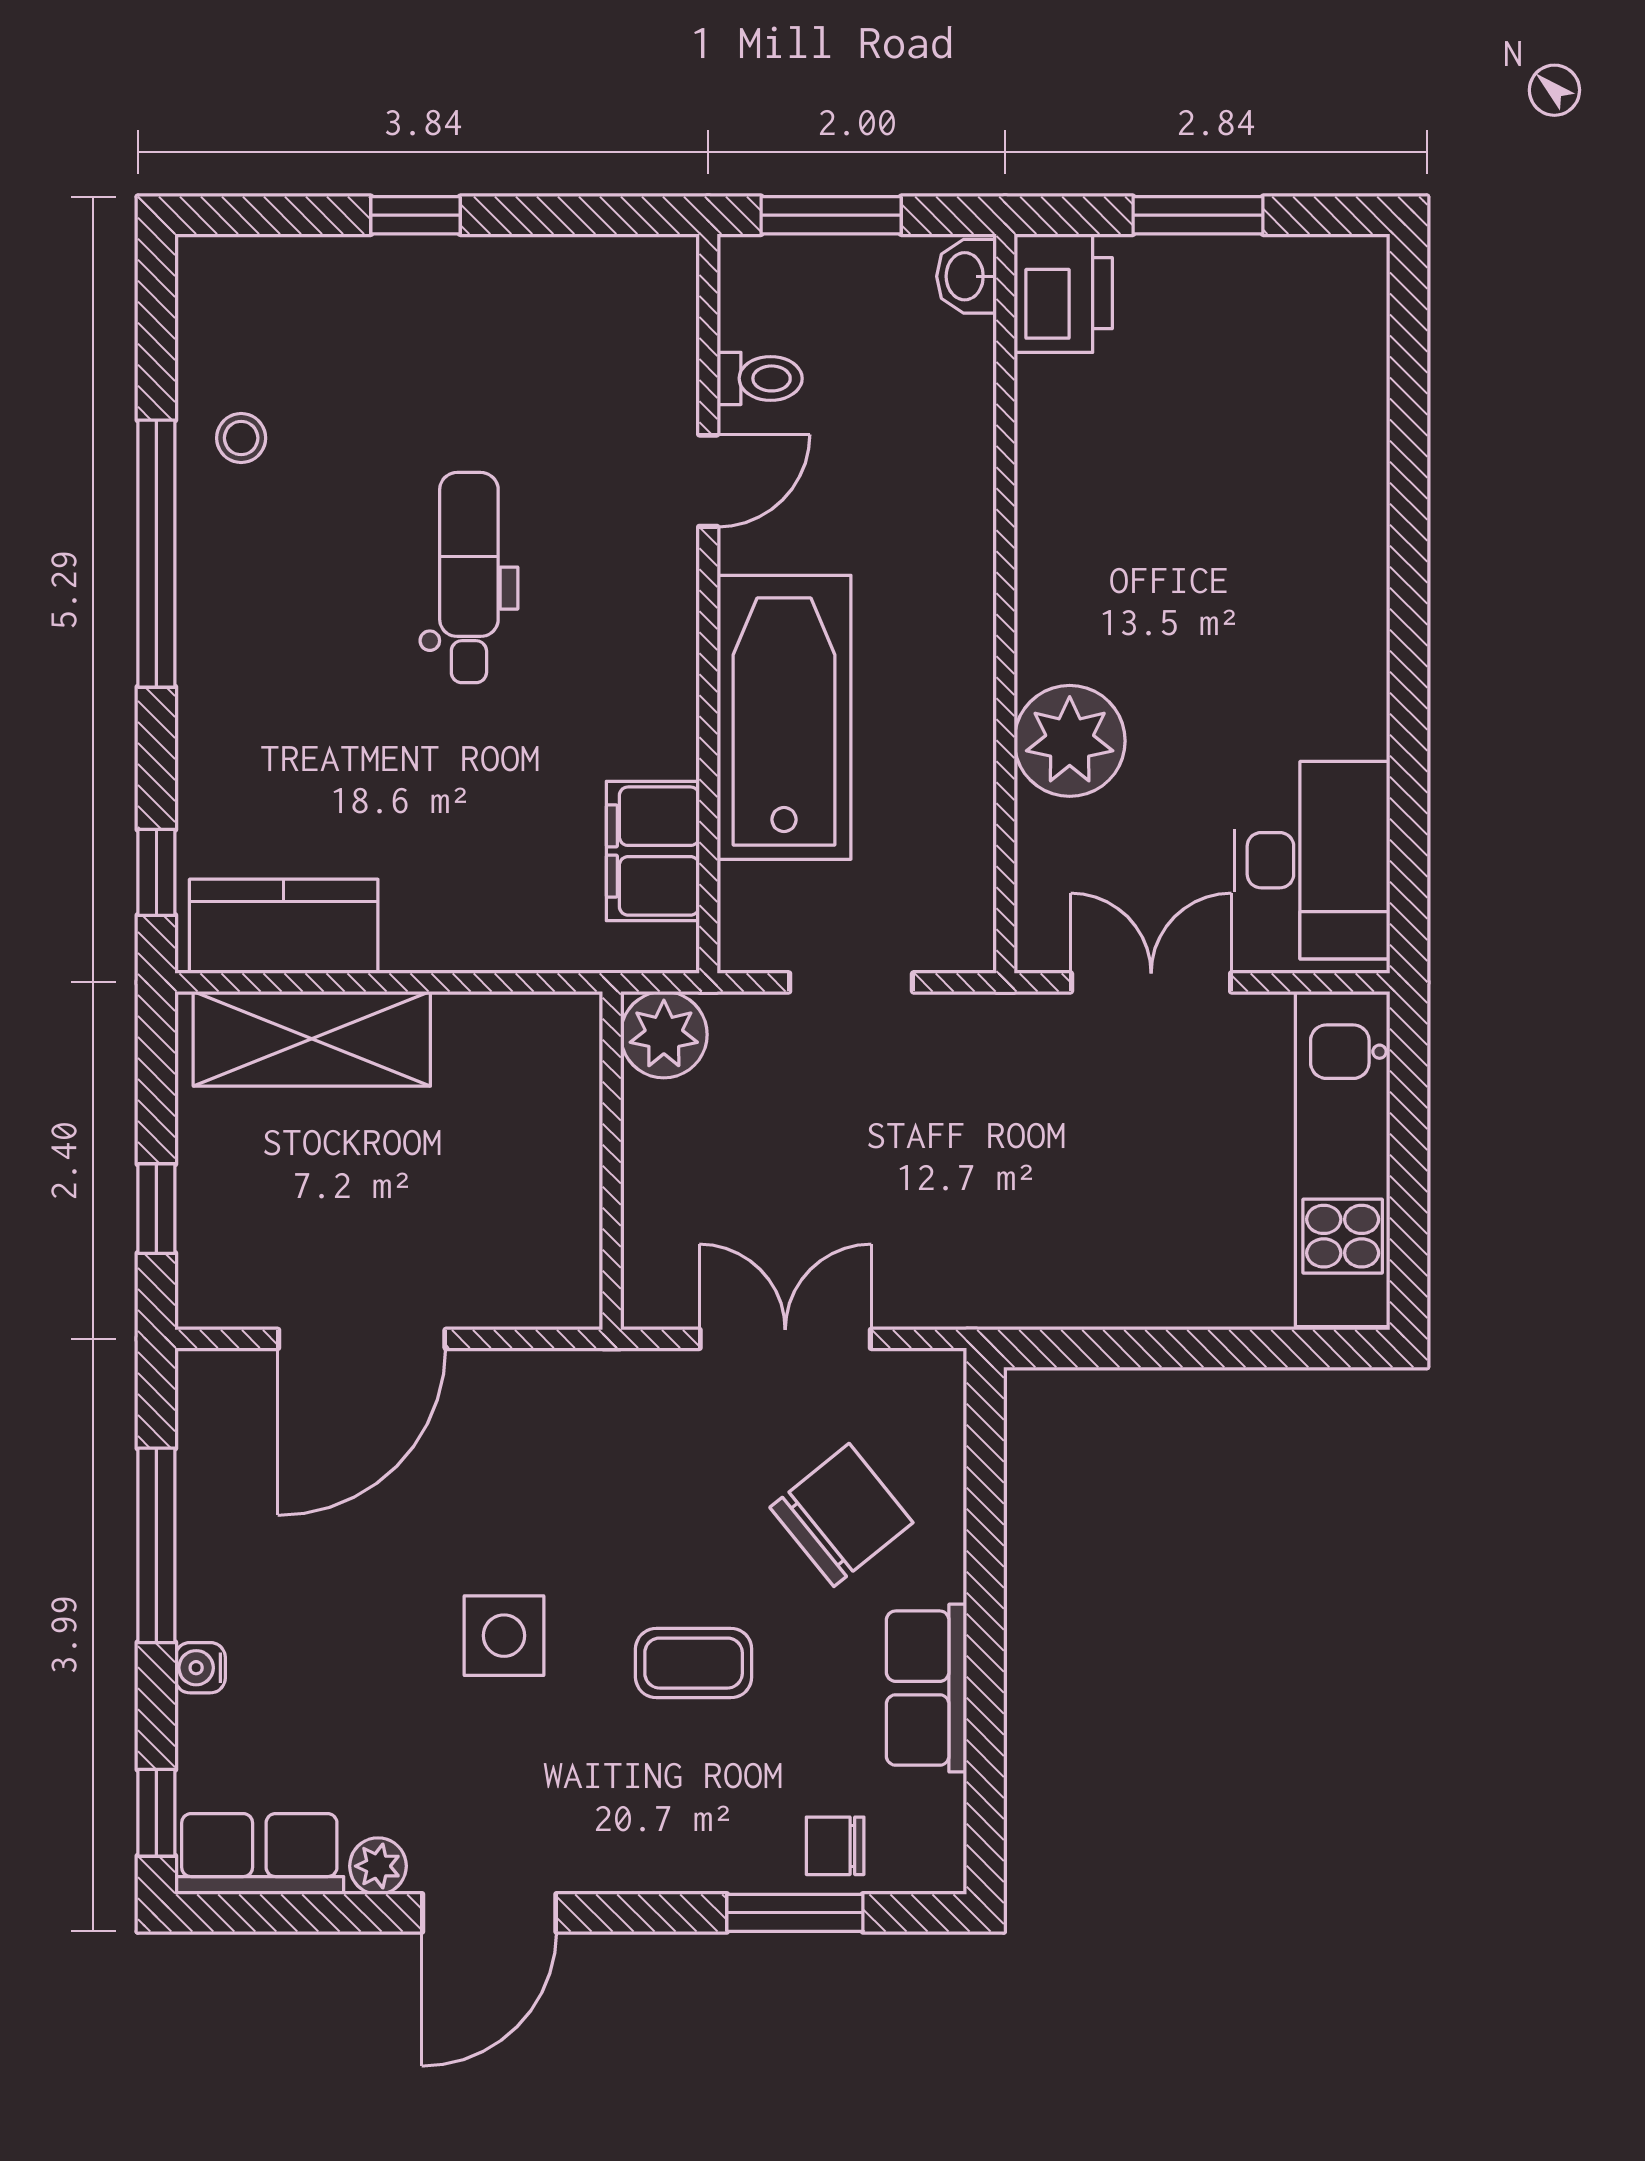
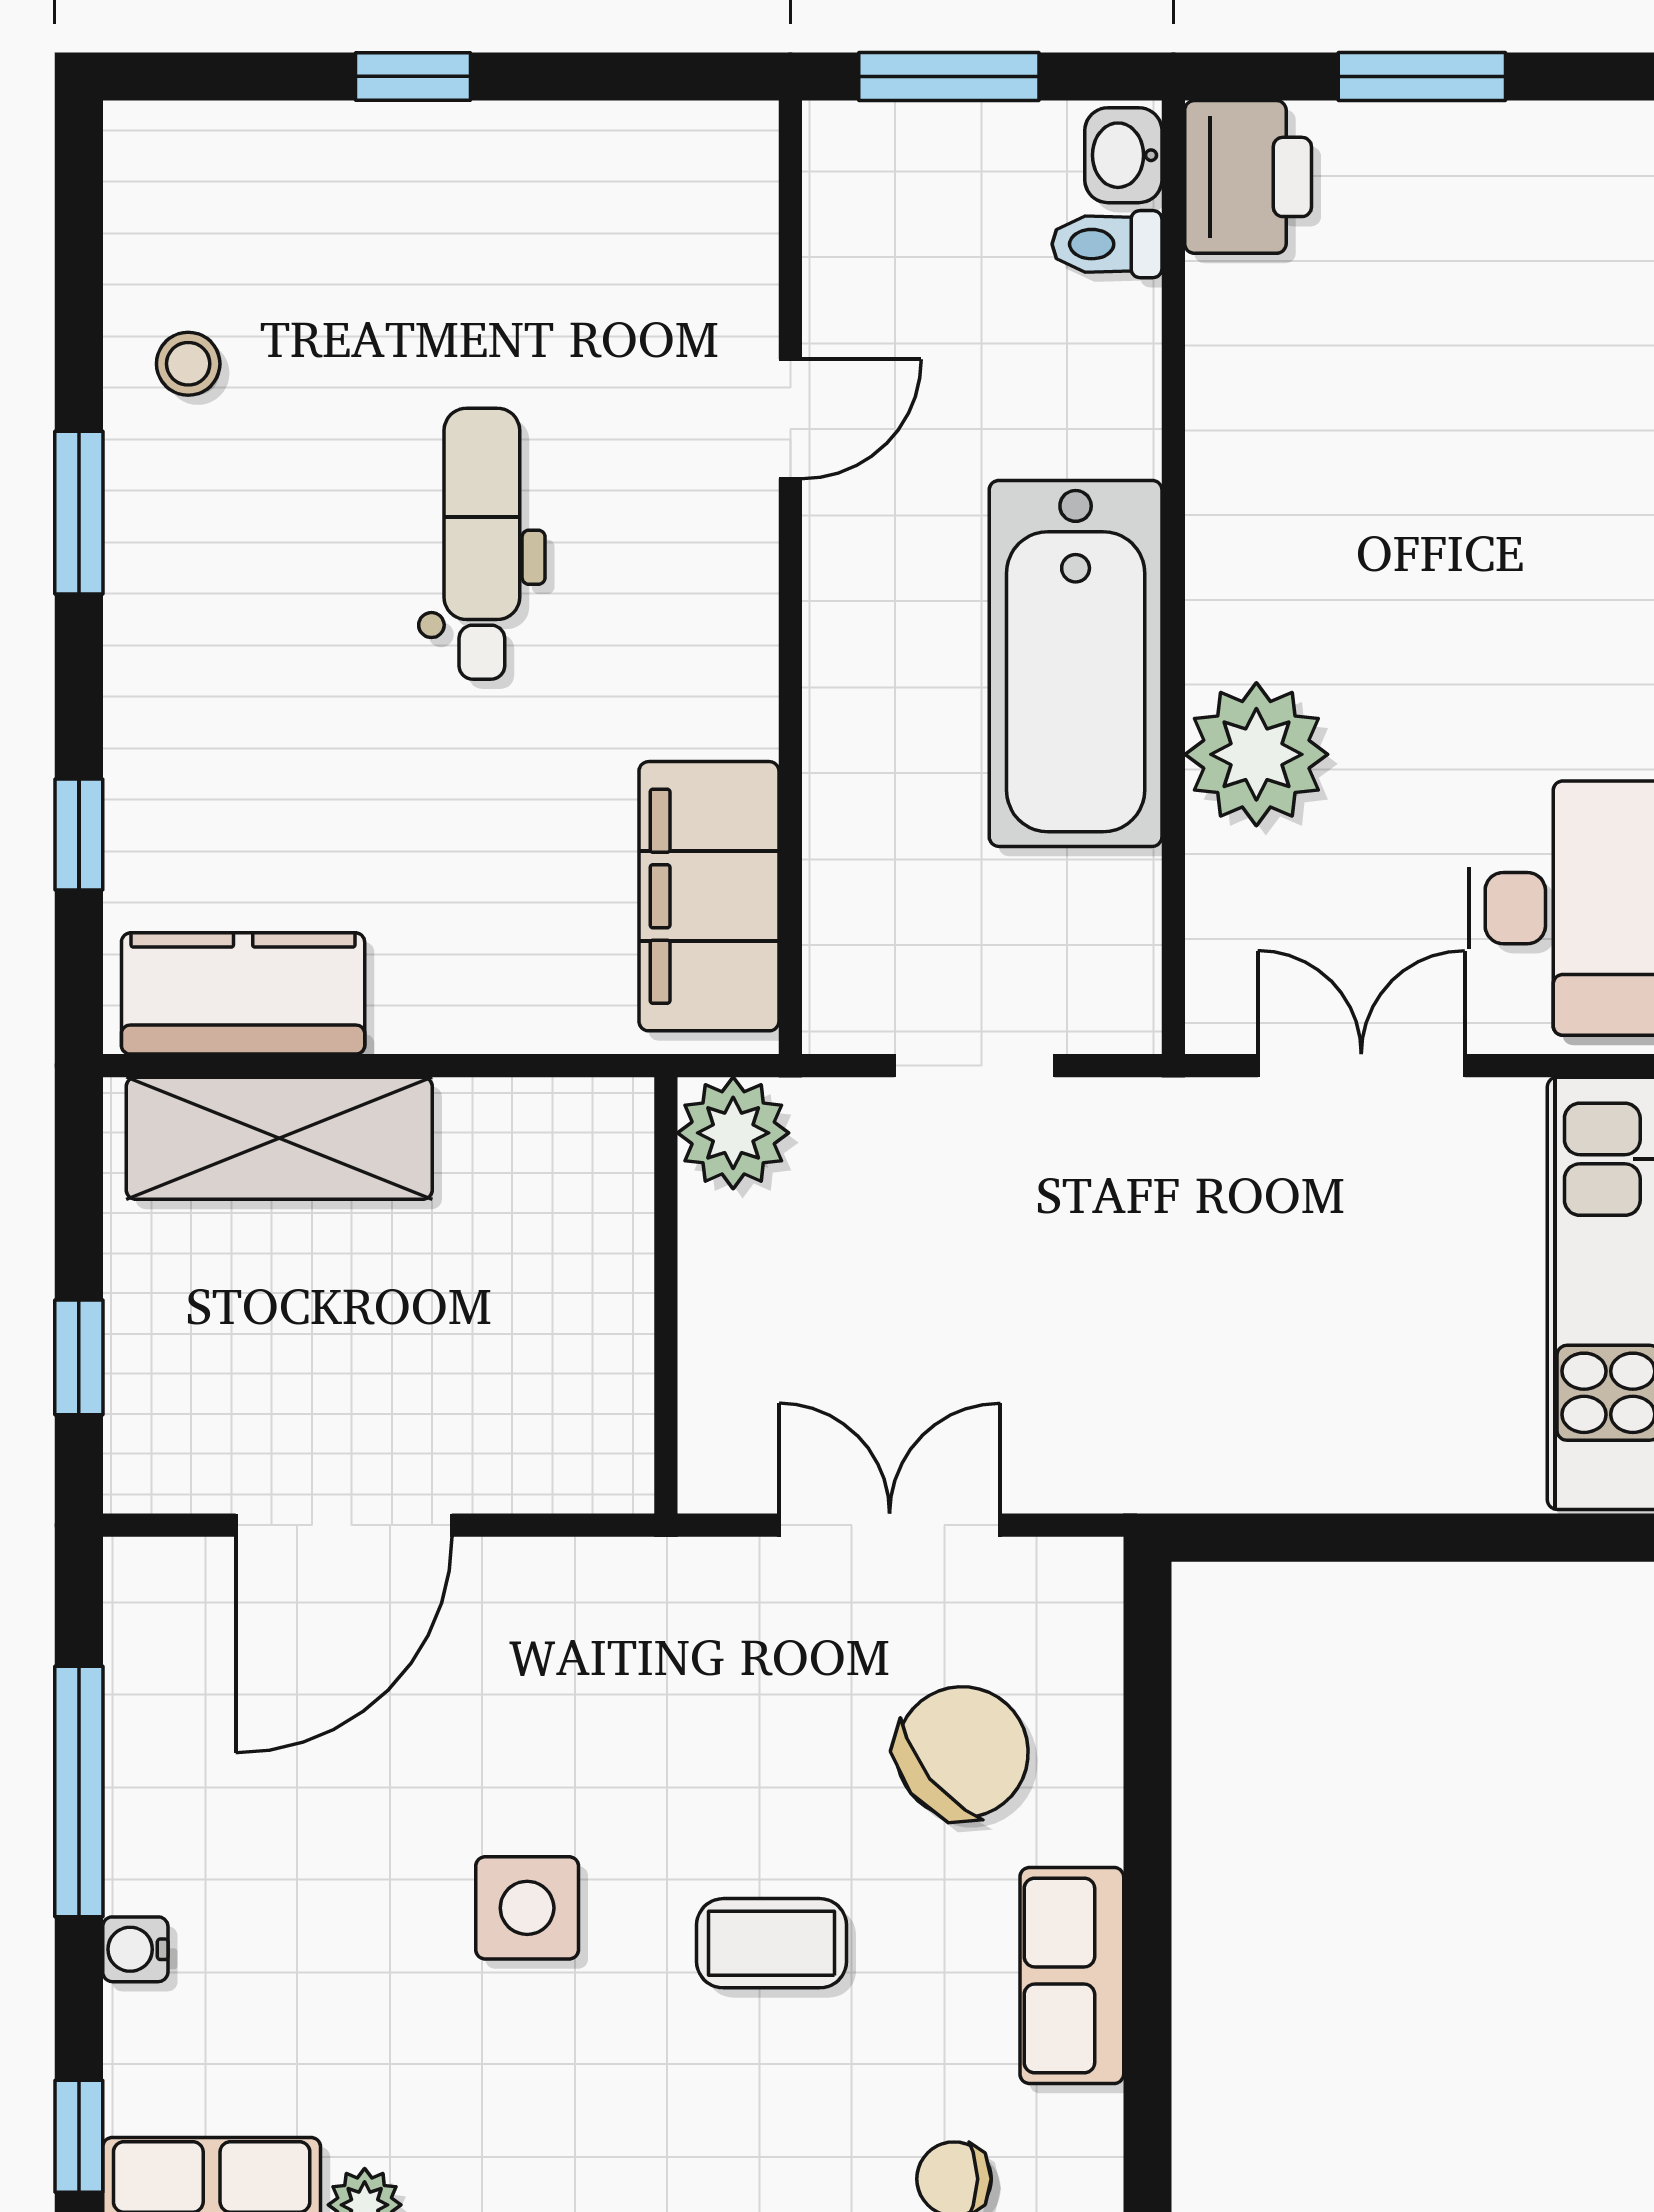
toilet: (760, 378) -> (1107, 244), moved, turned 180
window: (156, 554) -> (79, 513), width x0.47
bathtub: (784, 717) -> (1076, 663), moved, turned 180
filing cabinet: (653, 851) -> (709, 896), width x1.50, depth x1.17
window: (156, 872) -> (79, 834), moved

